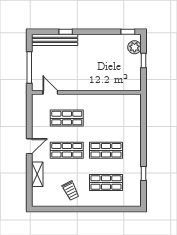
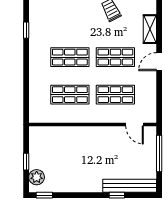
shop shelf: (106, 182) -> (70, 95), moved

